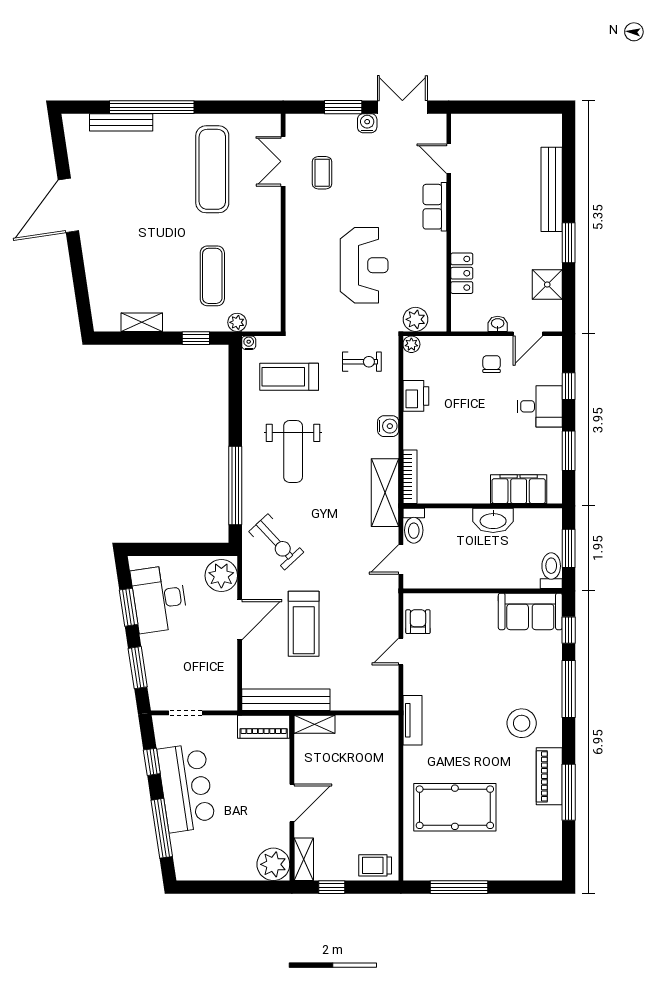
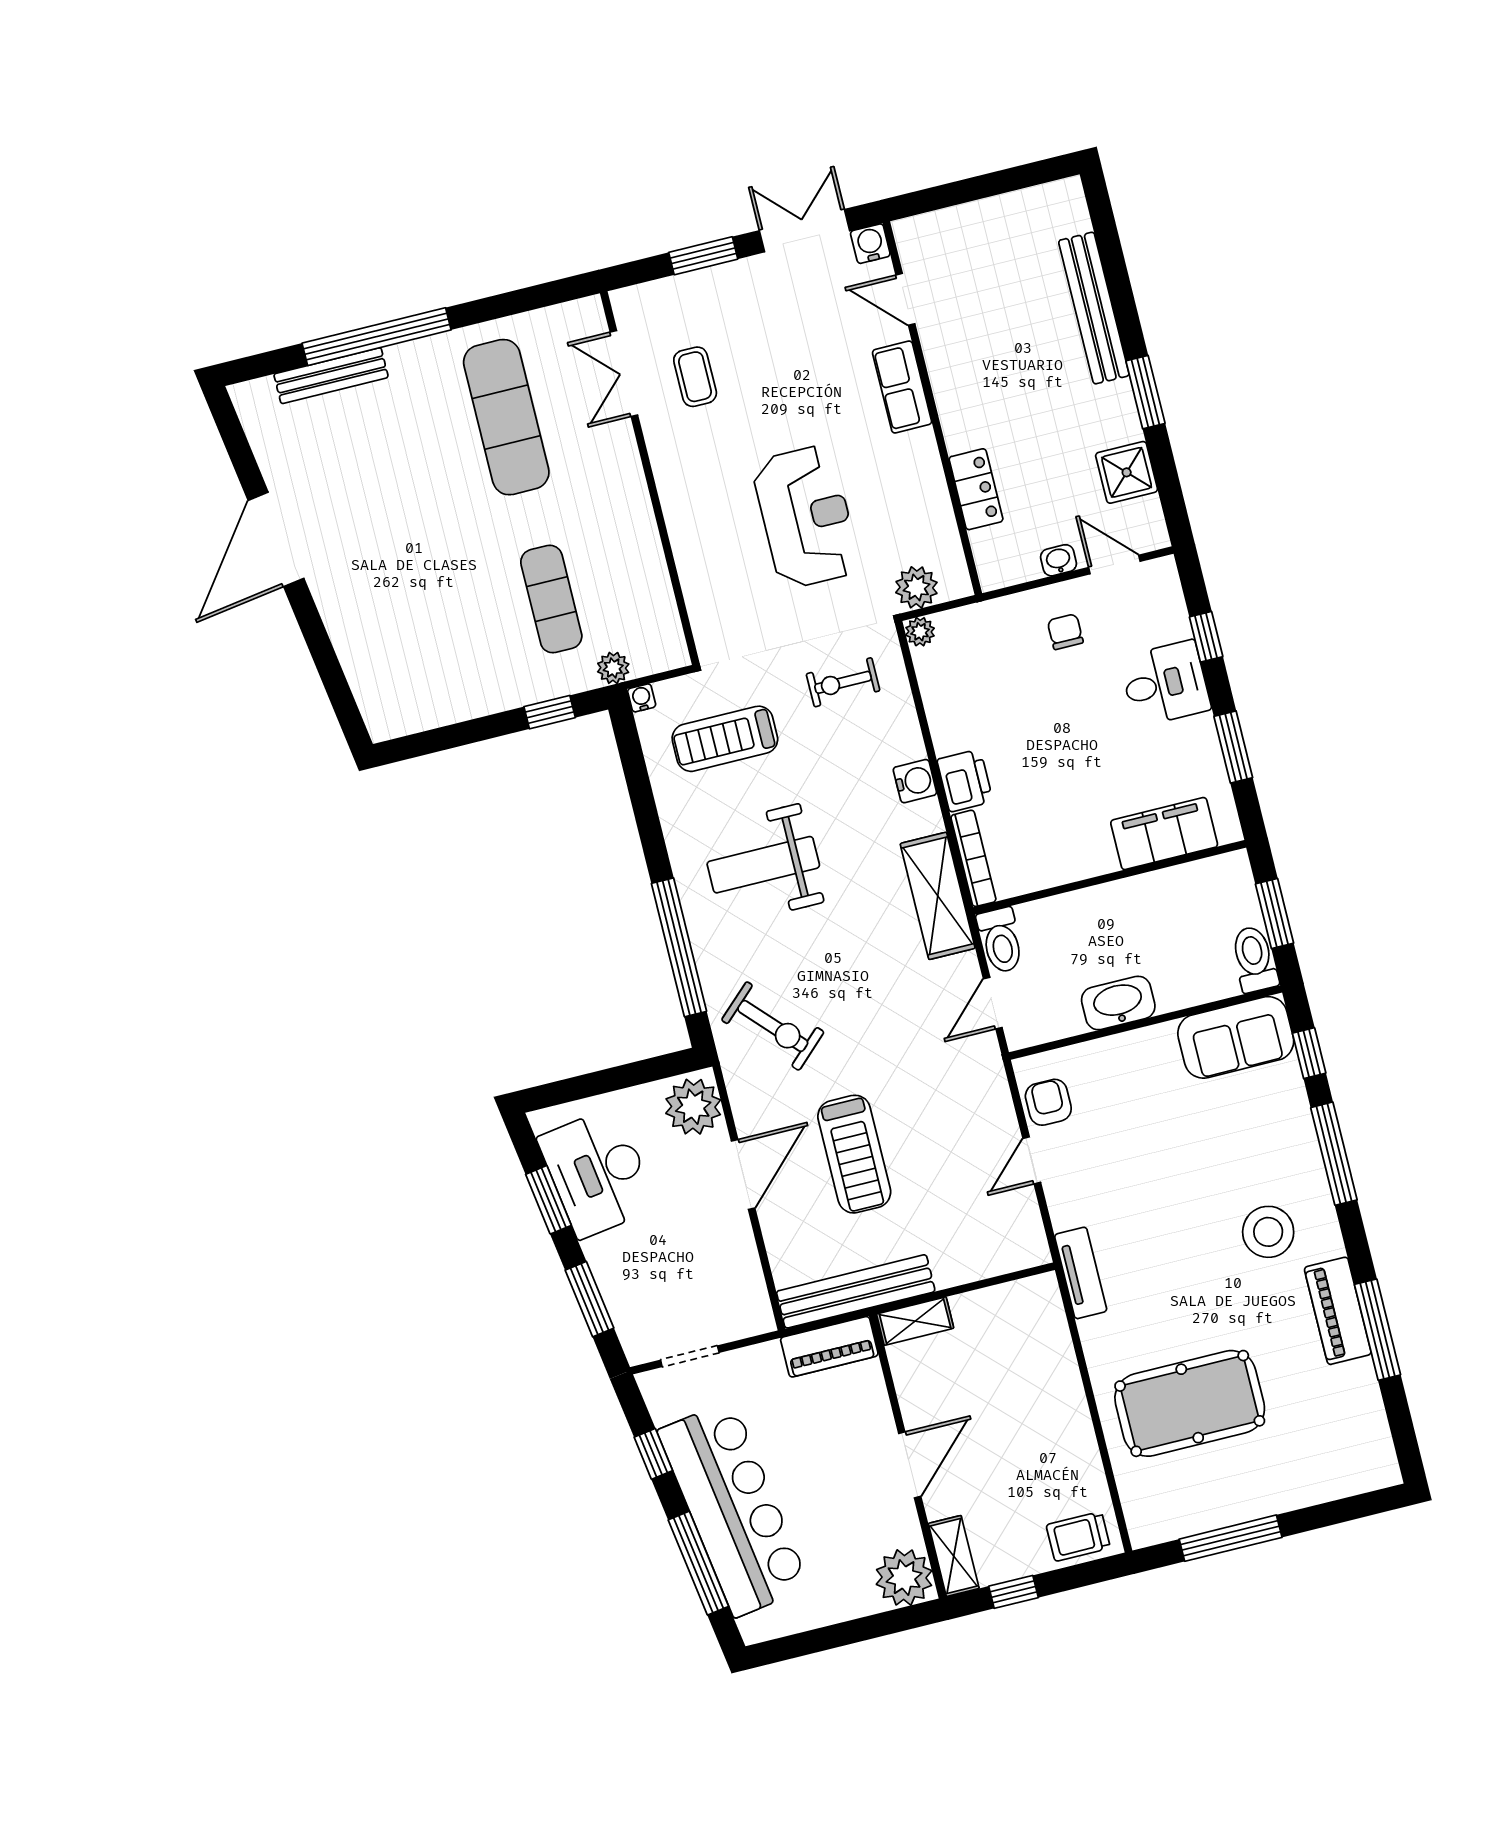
water cooler: (367, 123) -> (870, 244), moved
shelving: (142, 322) -> (451, 708), removed
door: (528, 334) -> (1114, 564), swing flipped
exercise bike: (362, 362) -> (843, 682), turned 180
printer: (416, 396) -> (965, 781), moved
weight bench: (293, 451) -> (763, 865), turned 90
washbasin: (493, 520) -> (1118, 1003), moved, turned 180
bar counter: (186, 788) -> (733, 1509), width x1.36

